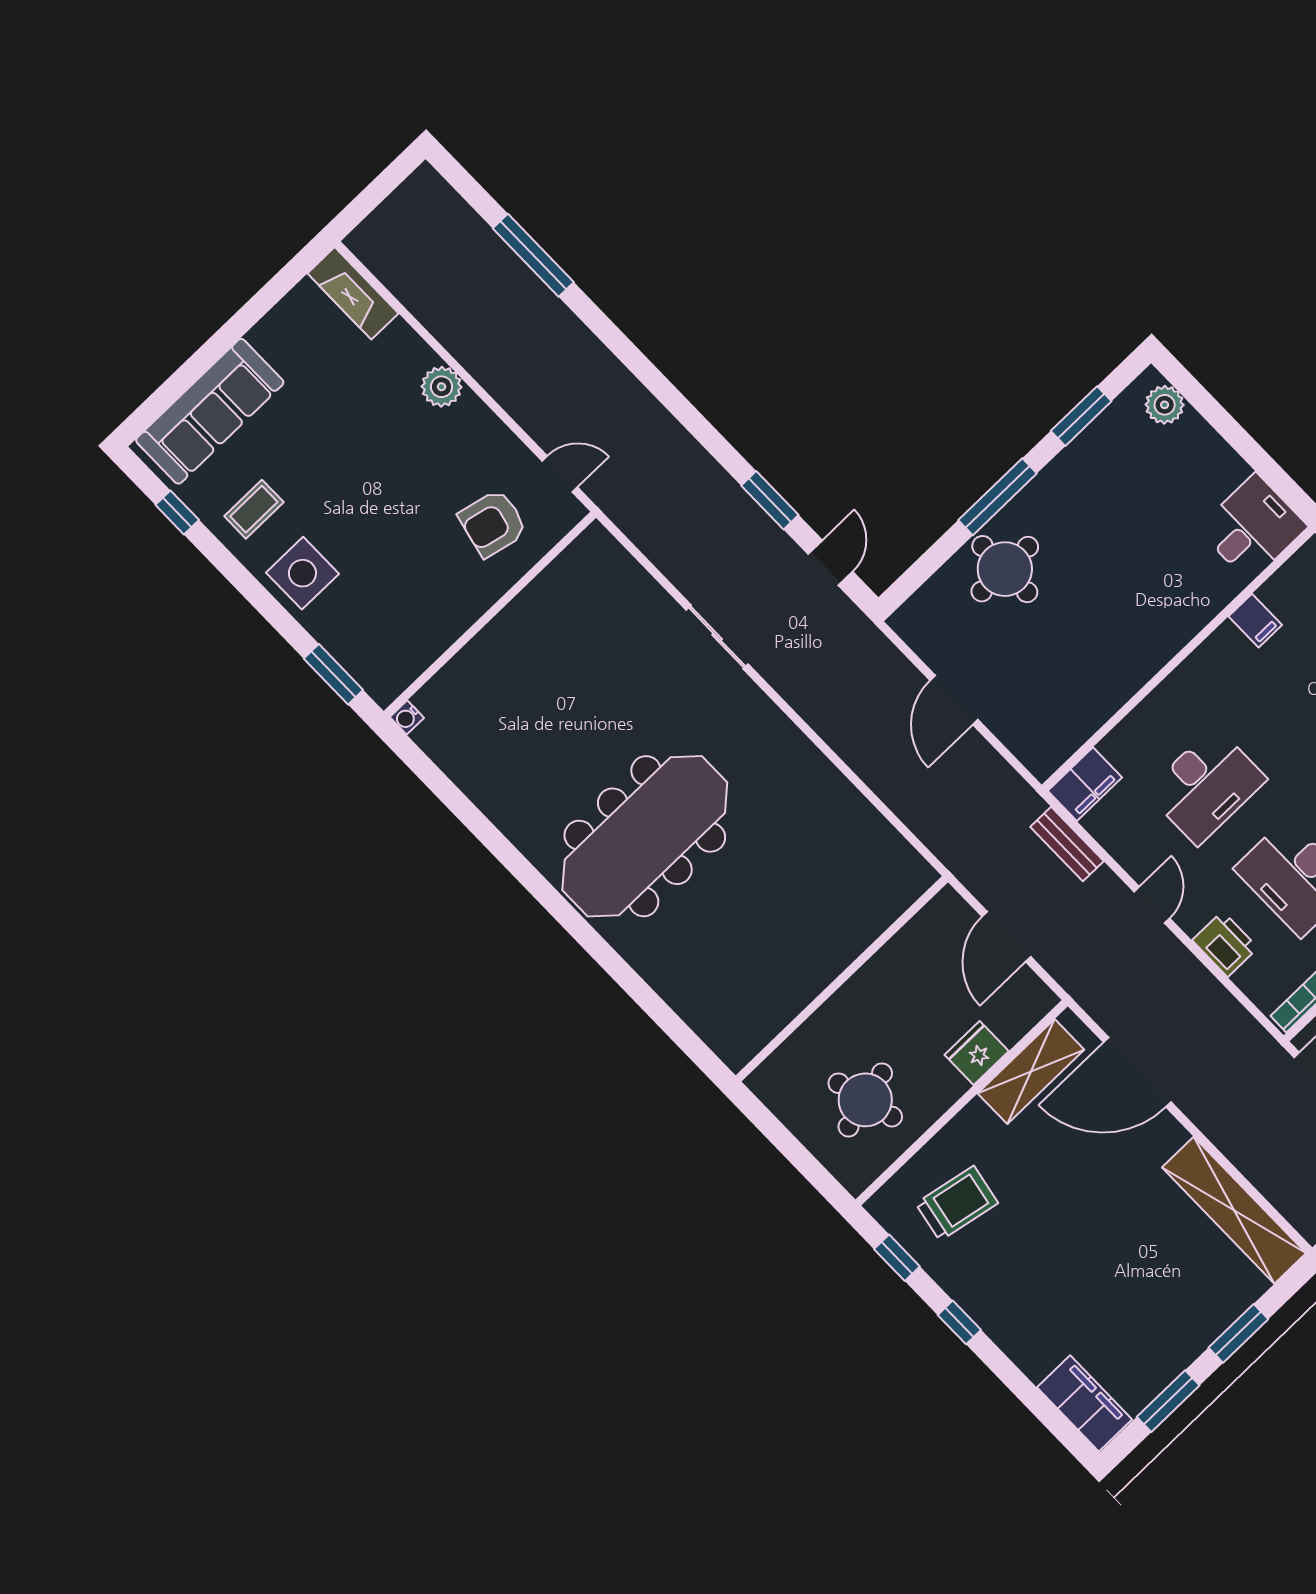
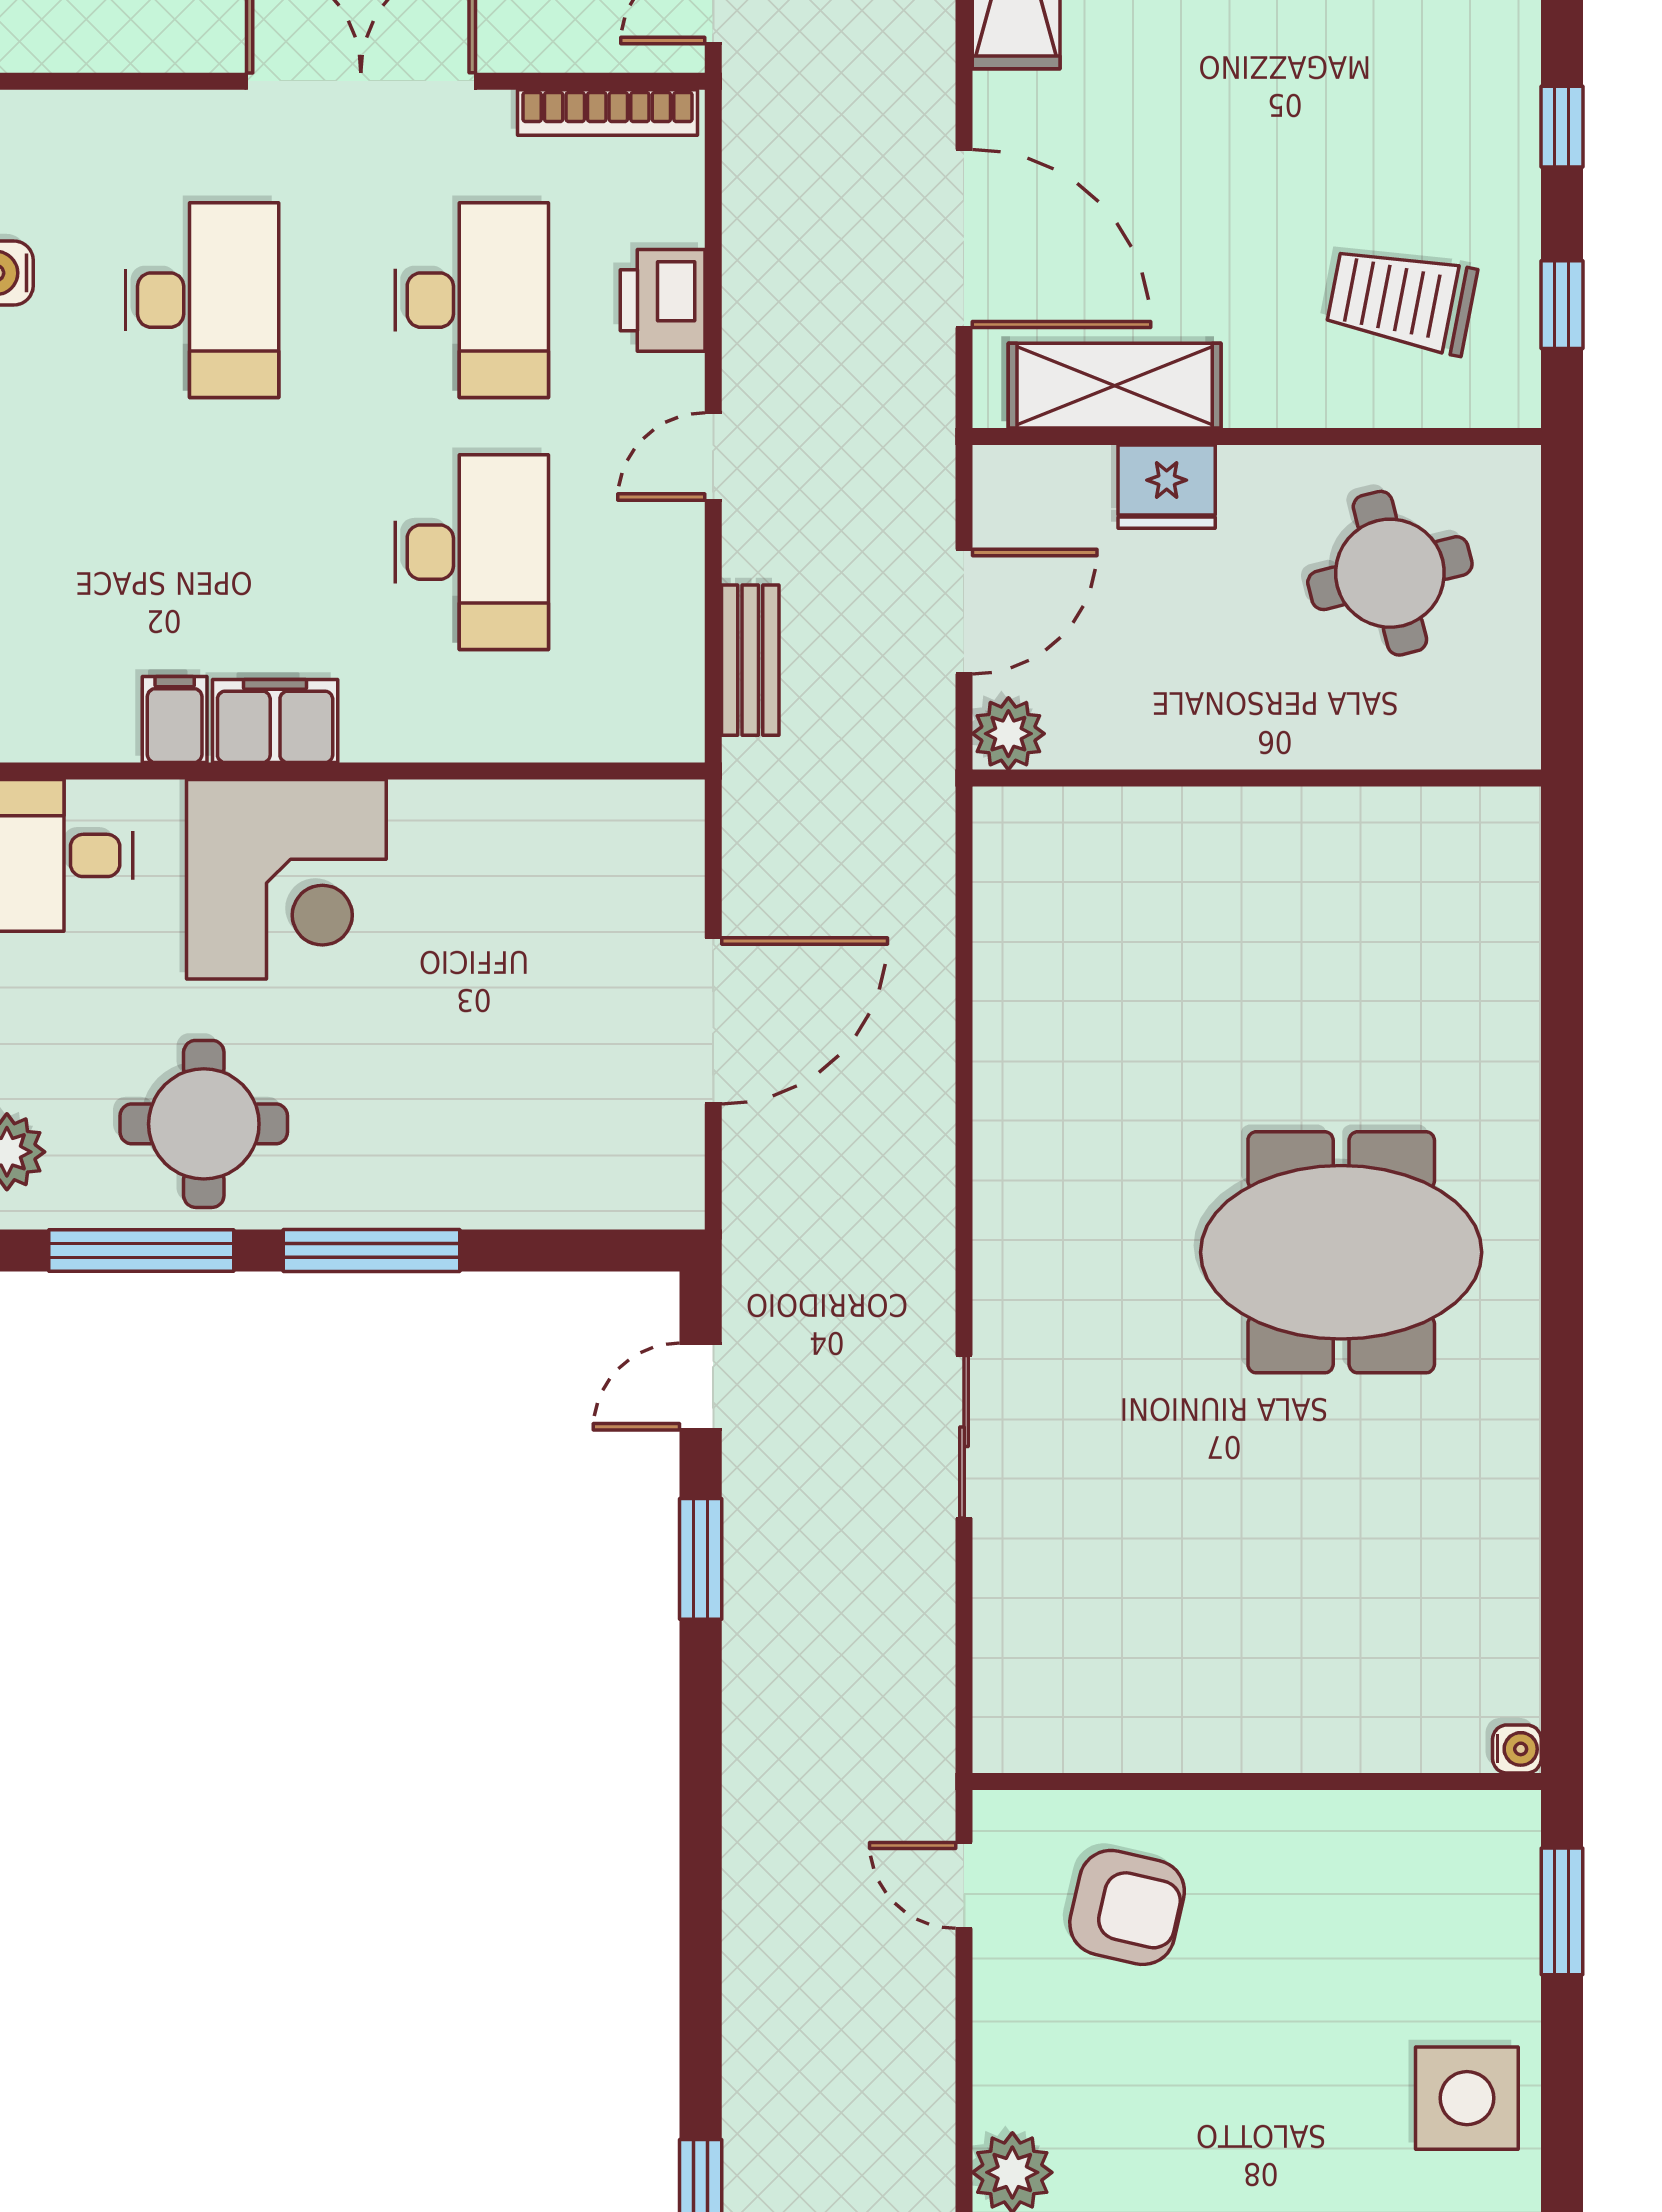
window: (1081, 416) -> (141, 1250), width x1.44
round table: (1005, 569) -> (204, 1124), moved
corner desk: (1159, 602) -> (286, 879), added
door: (954, 700) -> (713, 1021), width x1.36
filing cabinet: (1085, 784) -> (275, 721), moved
desk: (1206, 786) -> (472, 552), turned 90
meeting table: (645, 836) -> (1341, 1252), width x0.73
plant: (948, 908) -> (1008, 734), added

